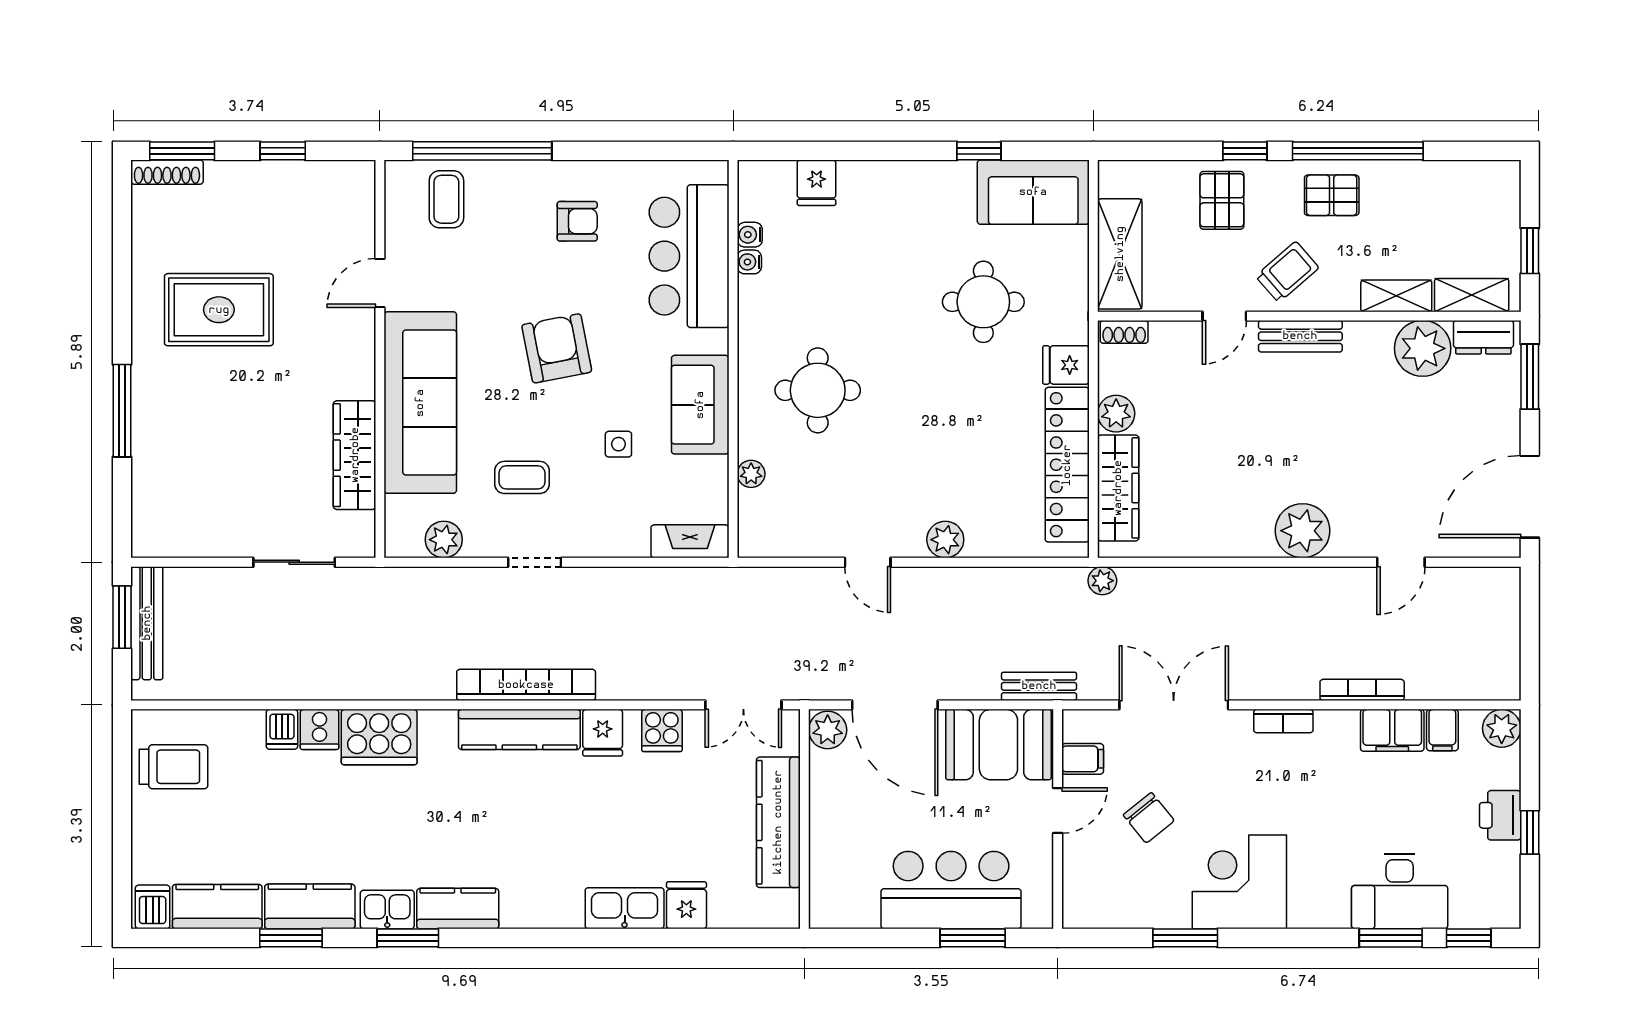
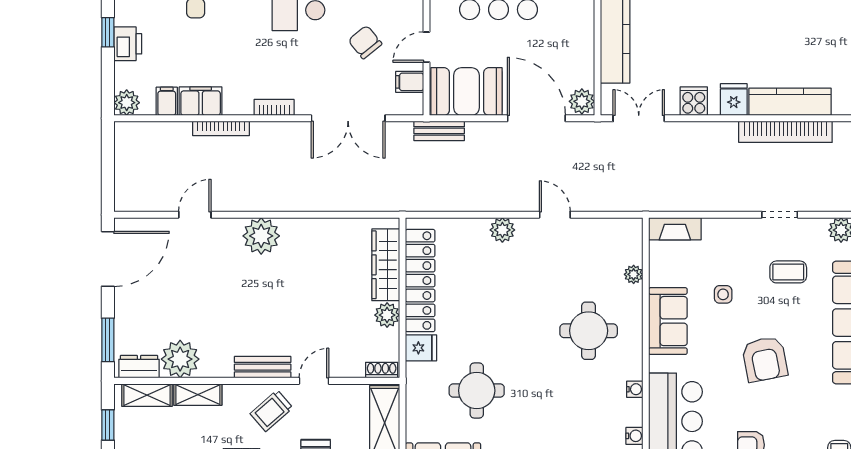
water cooler: (749, 262) -> (635, 389), moved
plant: (1102, 581) -> (396, 202), removed

